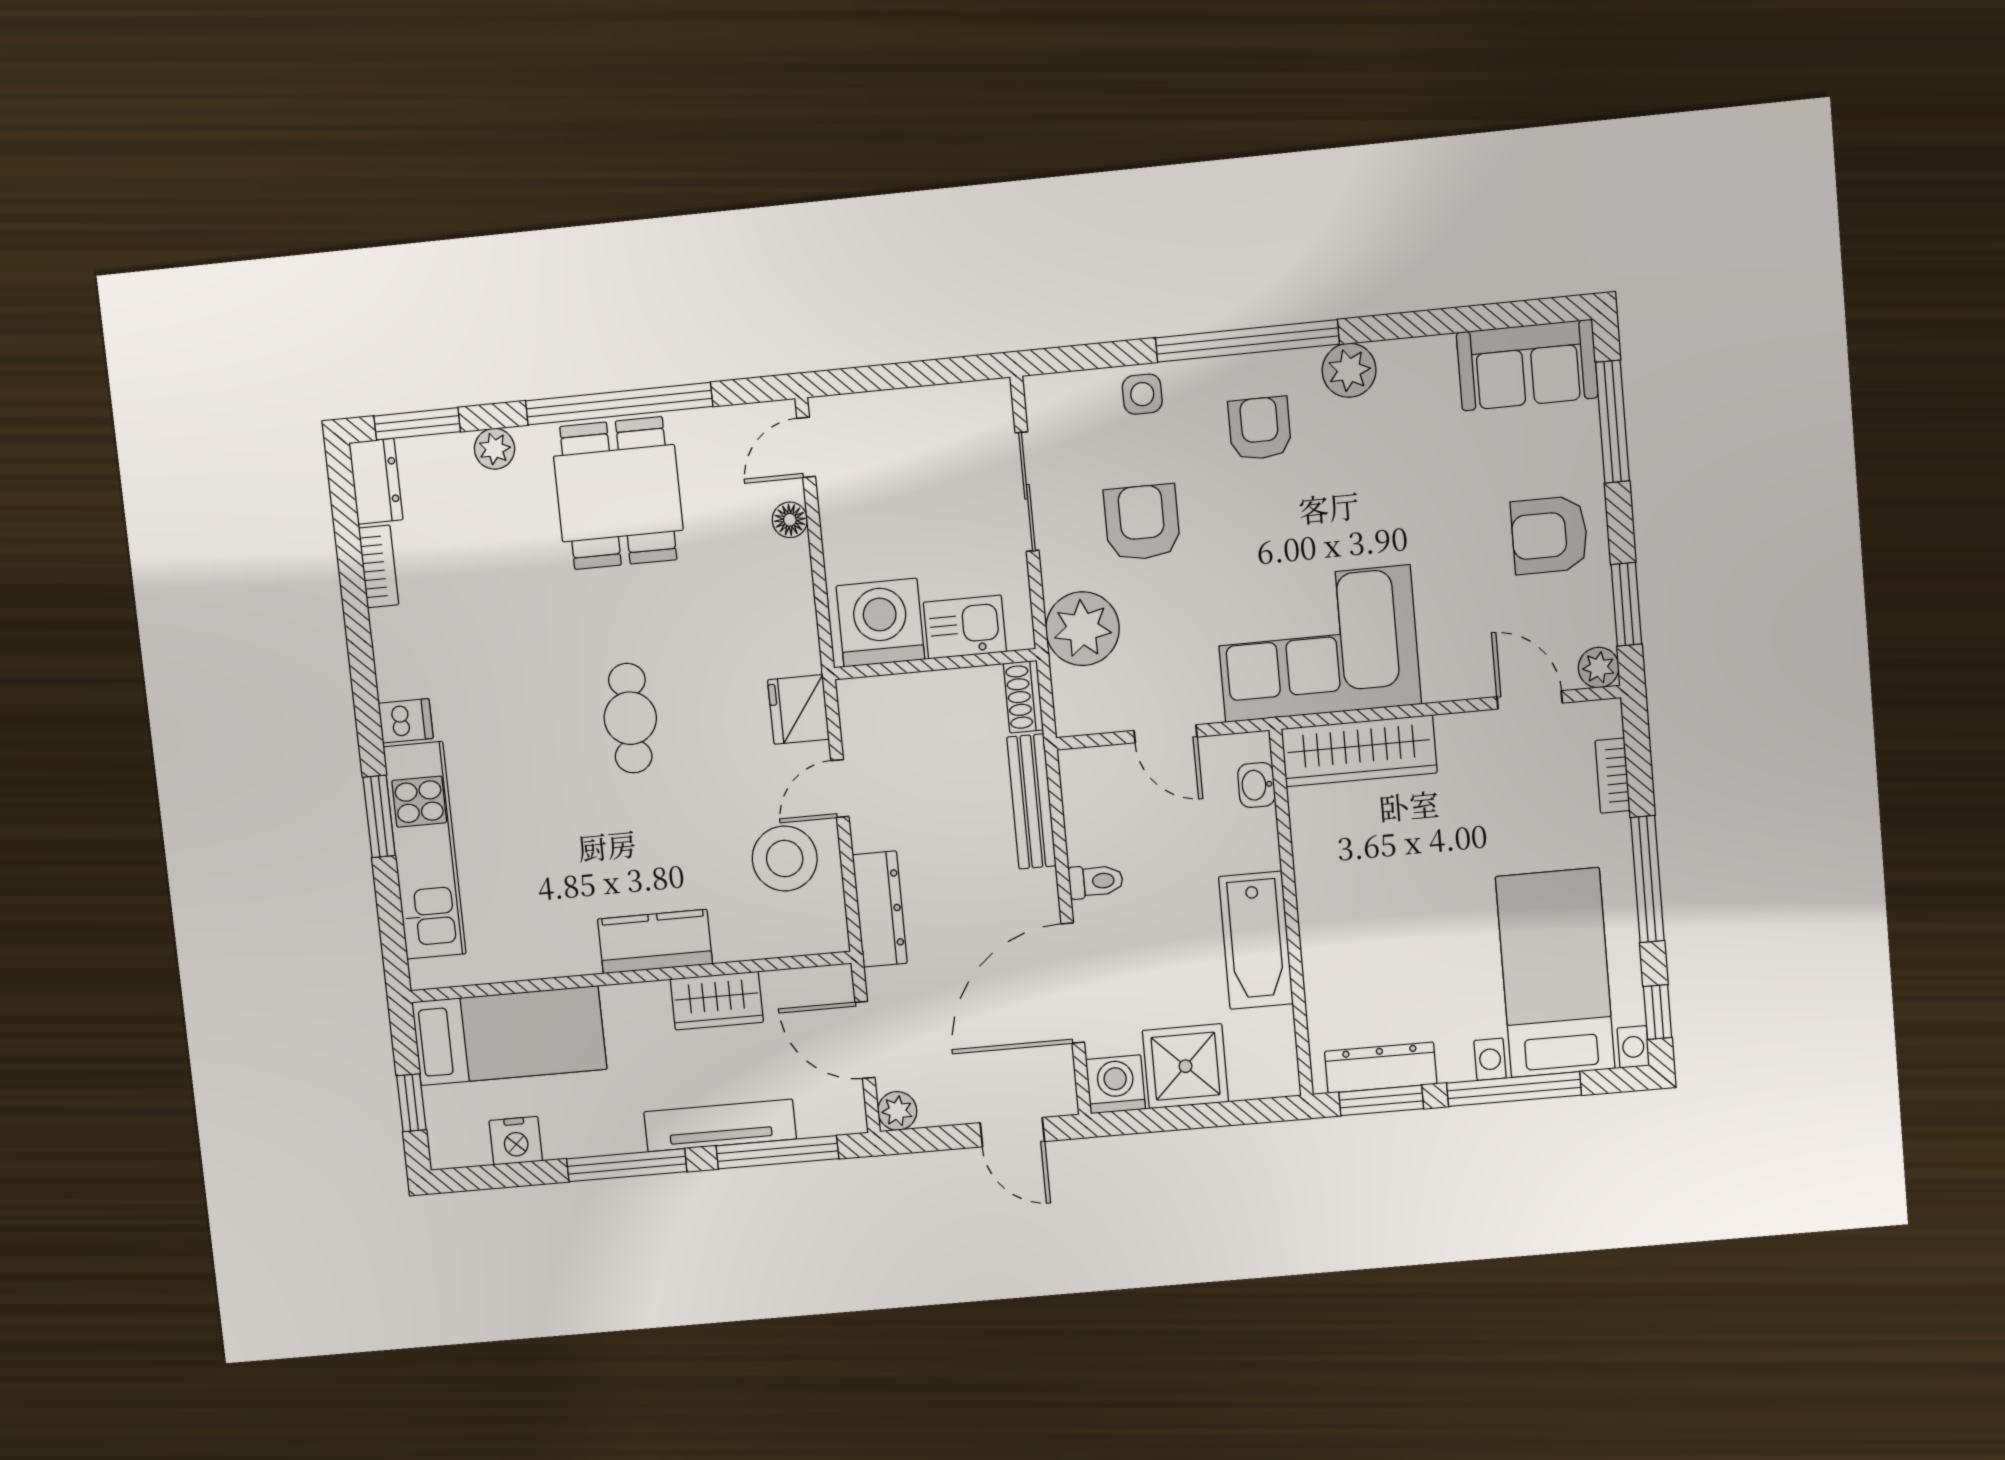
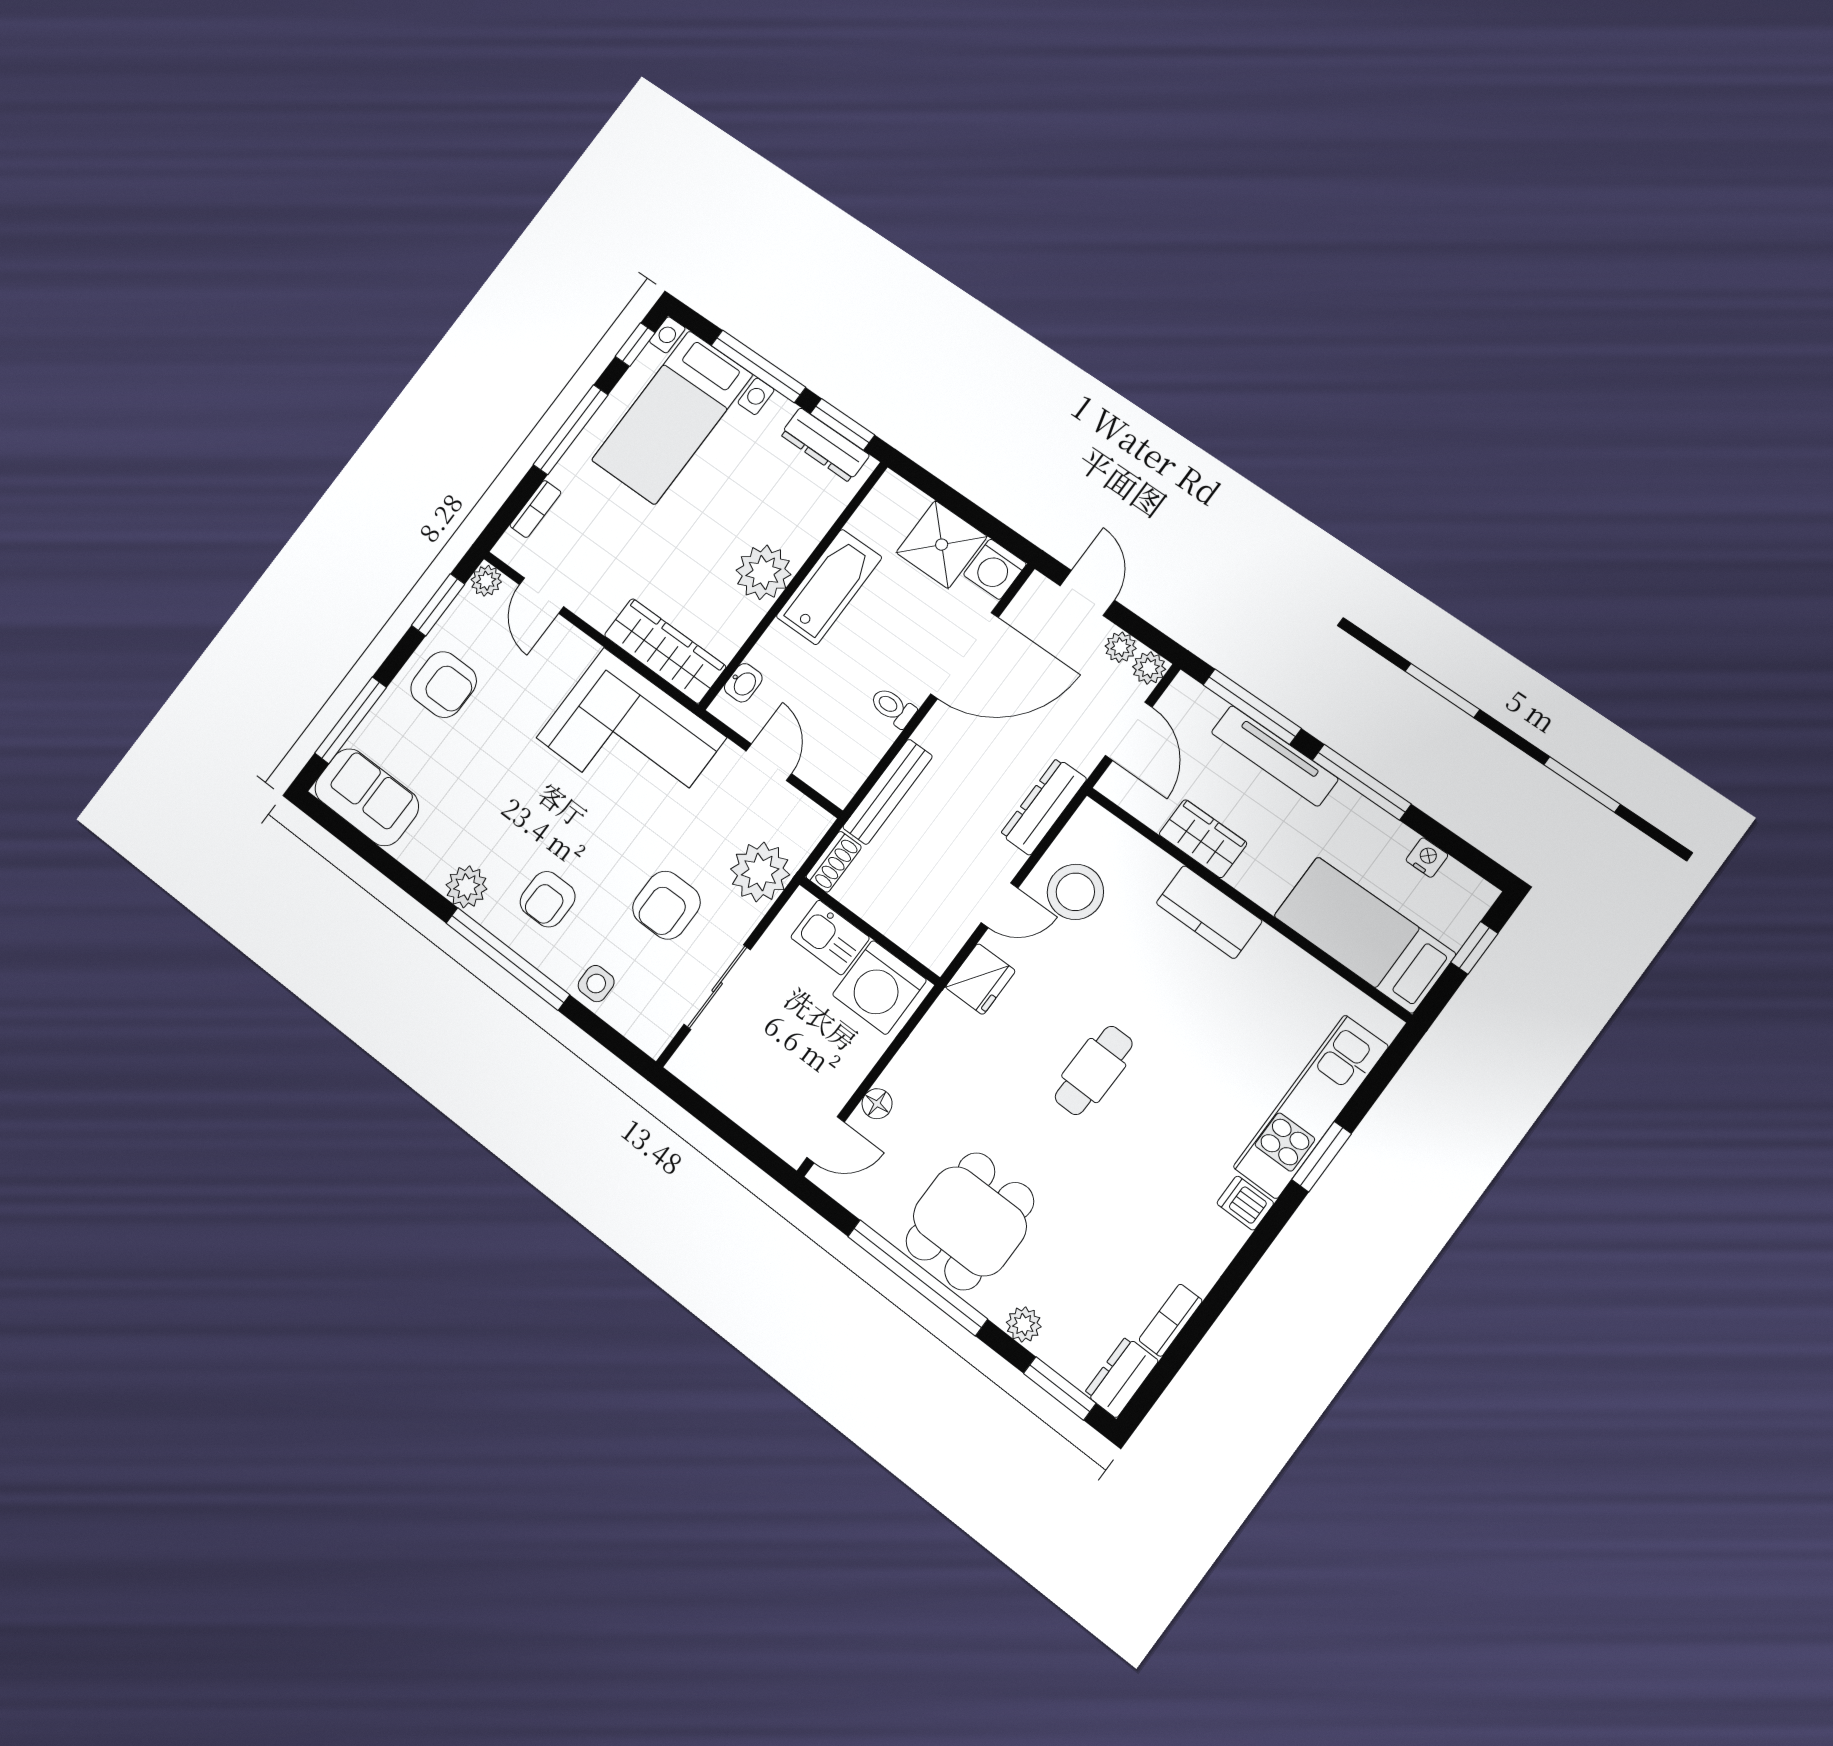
plant: (1331, 902) -> (763, 572), added
plant: (939, 1108) -> (1121, 647), added
nightstand: (516, 1141) -> (1427, 858), width x0.72, depth x0.74

